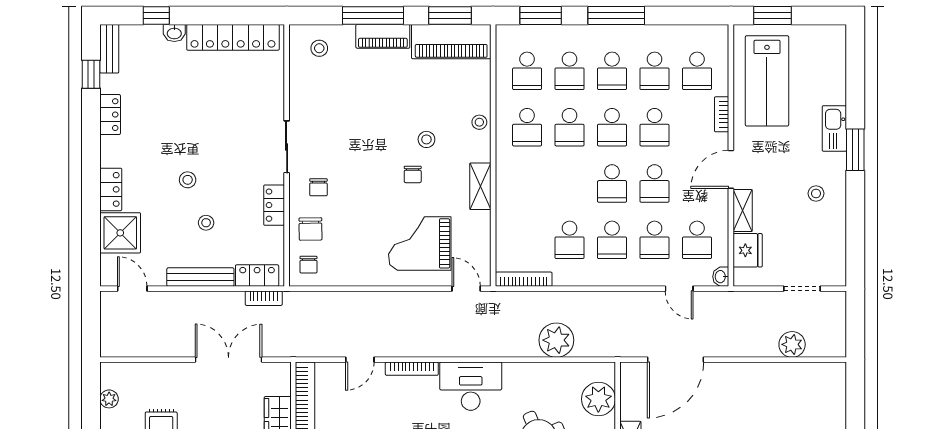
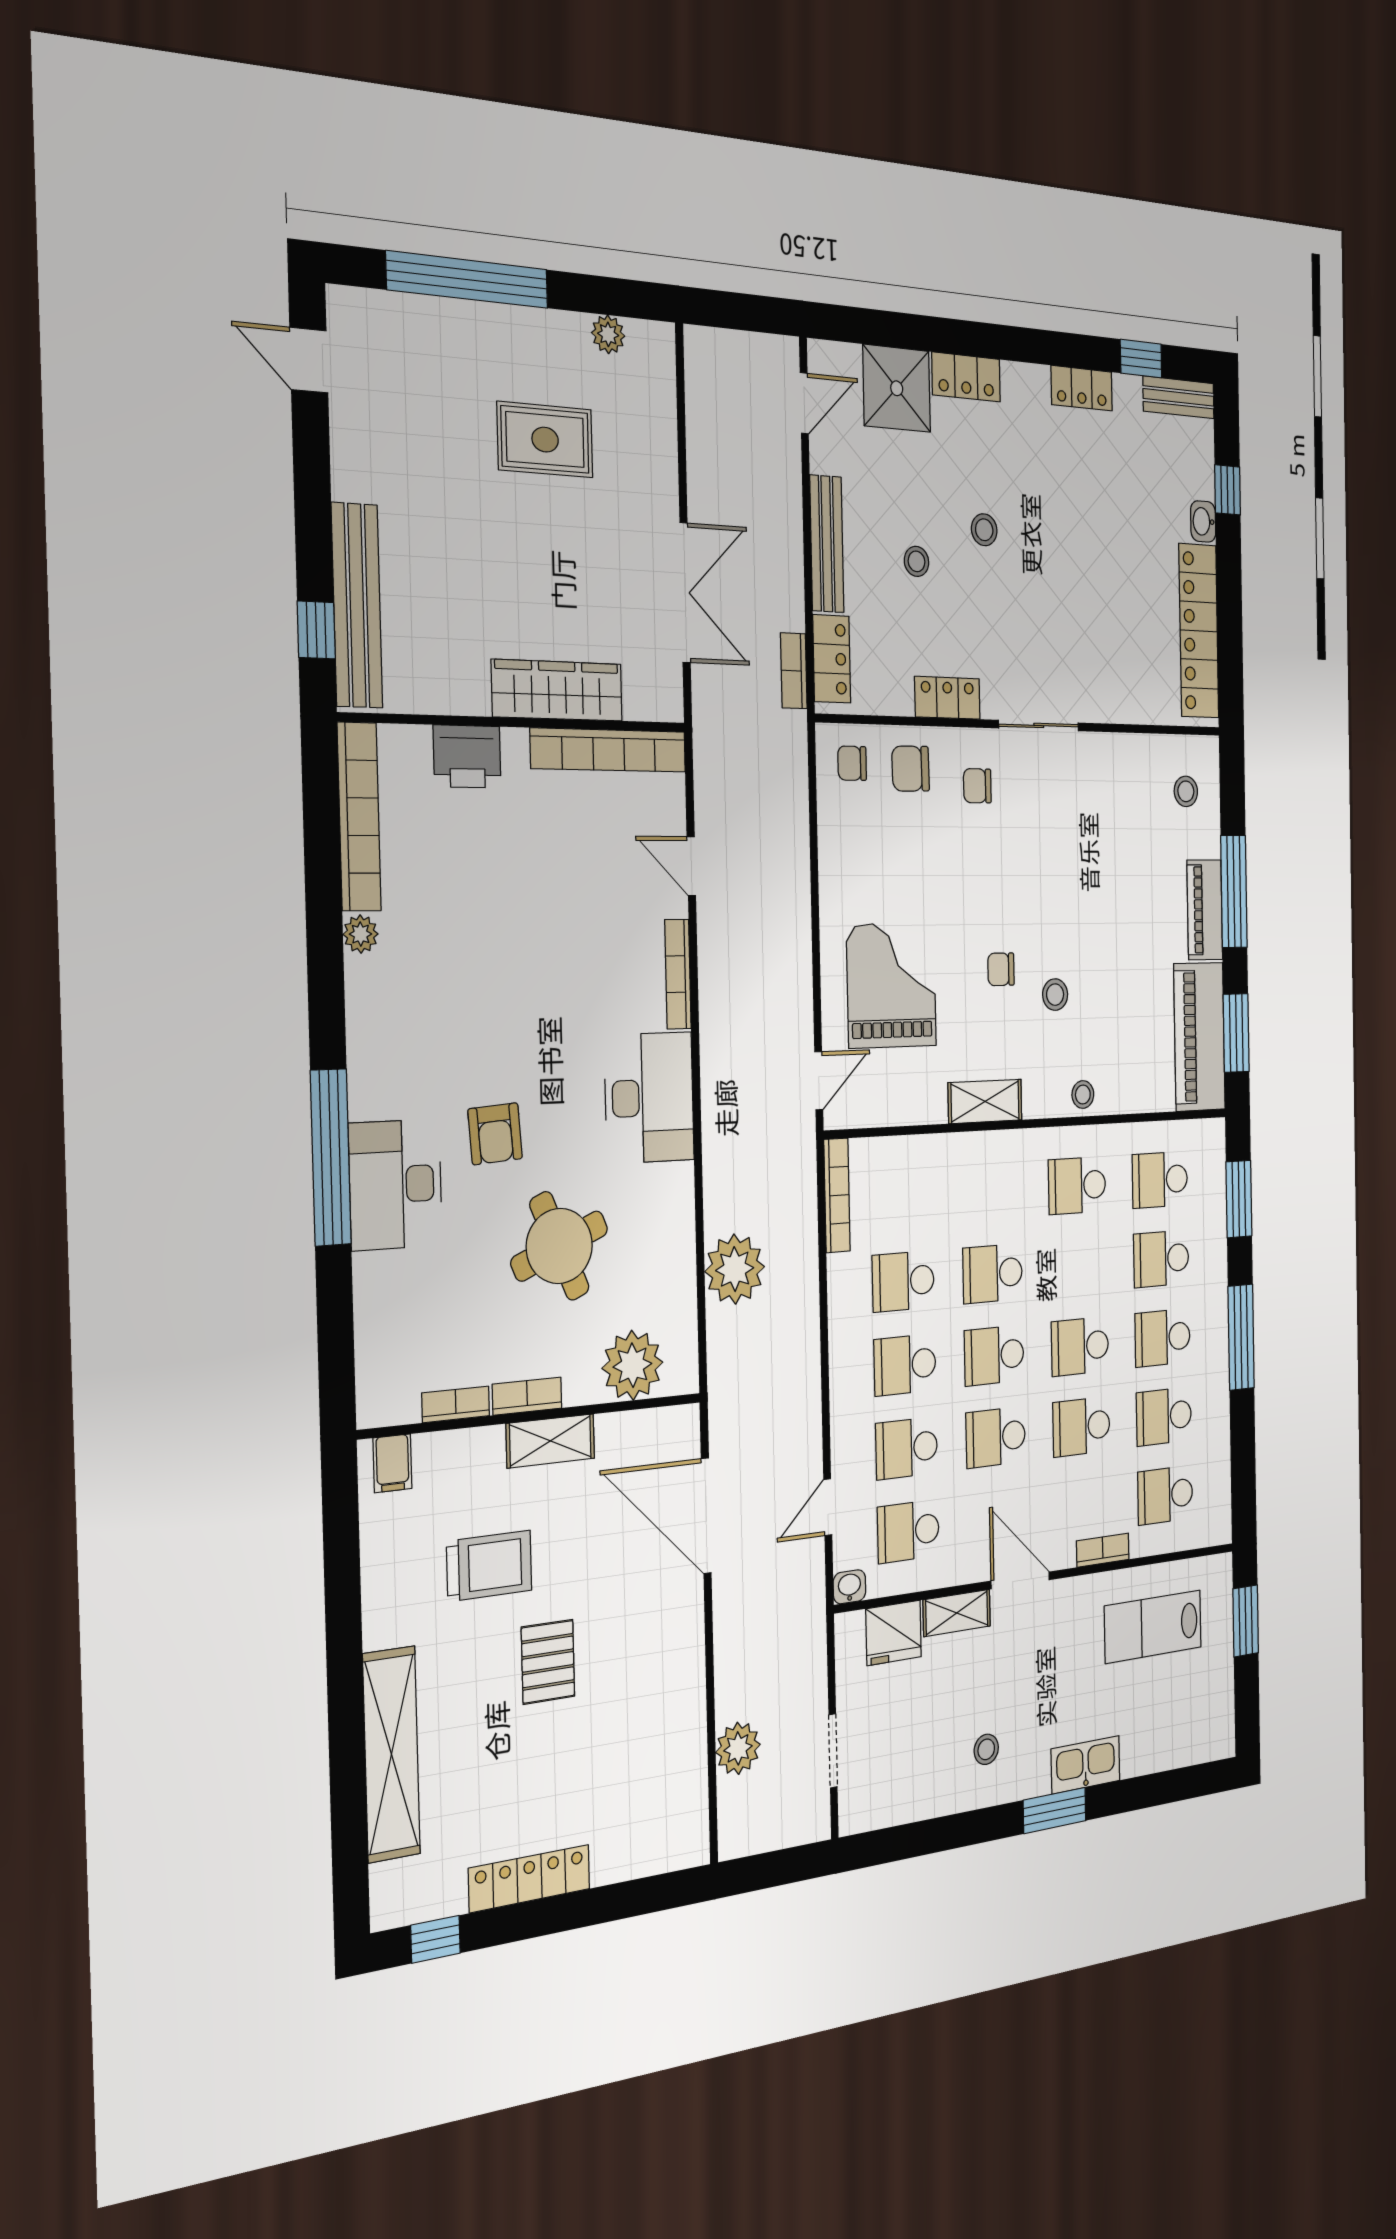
lab bench: (767, 81) -> (1153, 1627), width x0.73, depth x0.72
school desk: (570, 127) -> (993, 1274), moved

